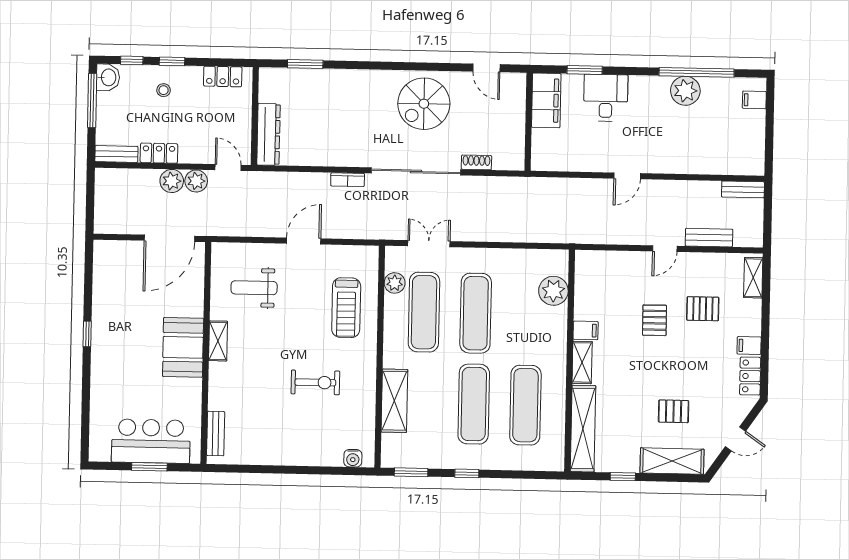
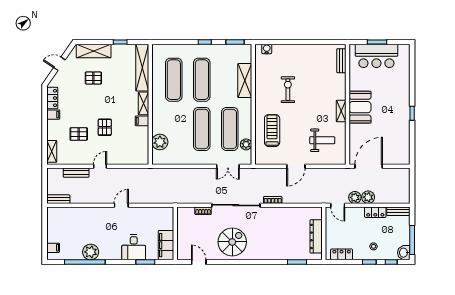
dresser: (268, 134) -> (316, 236), moved
exercise bike: (315, 382) -> (288, 90), turned 90

